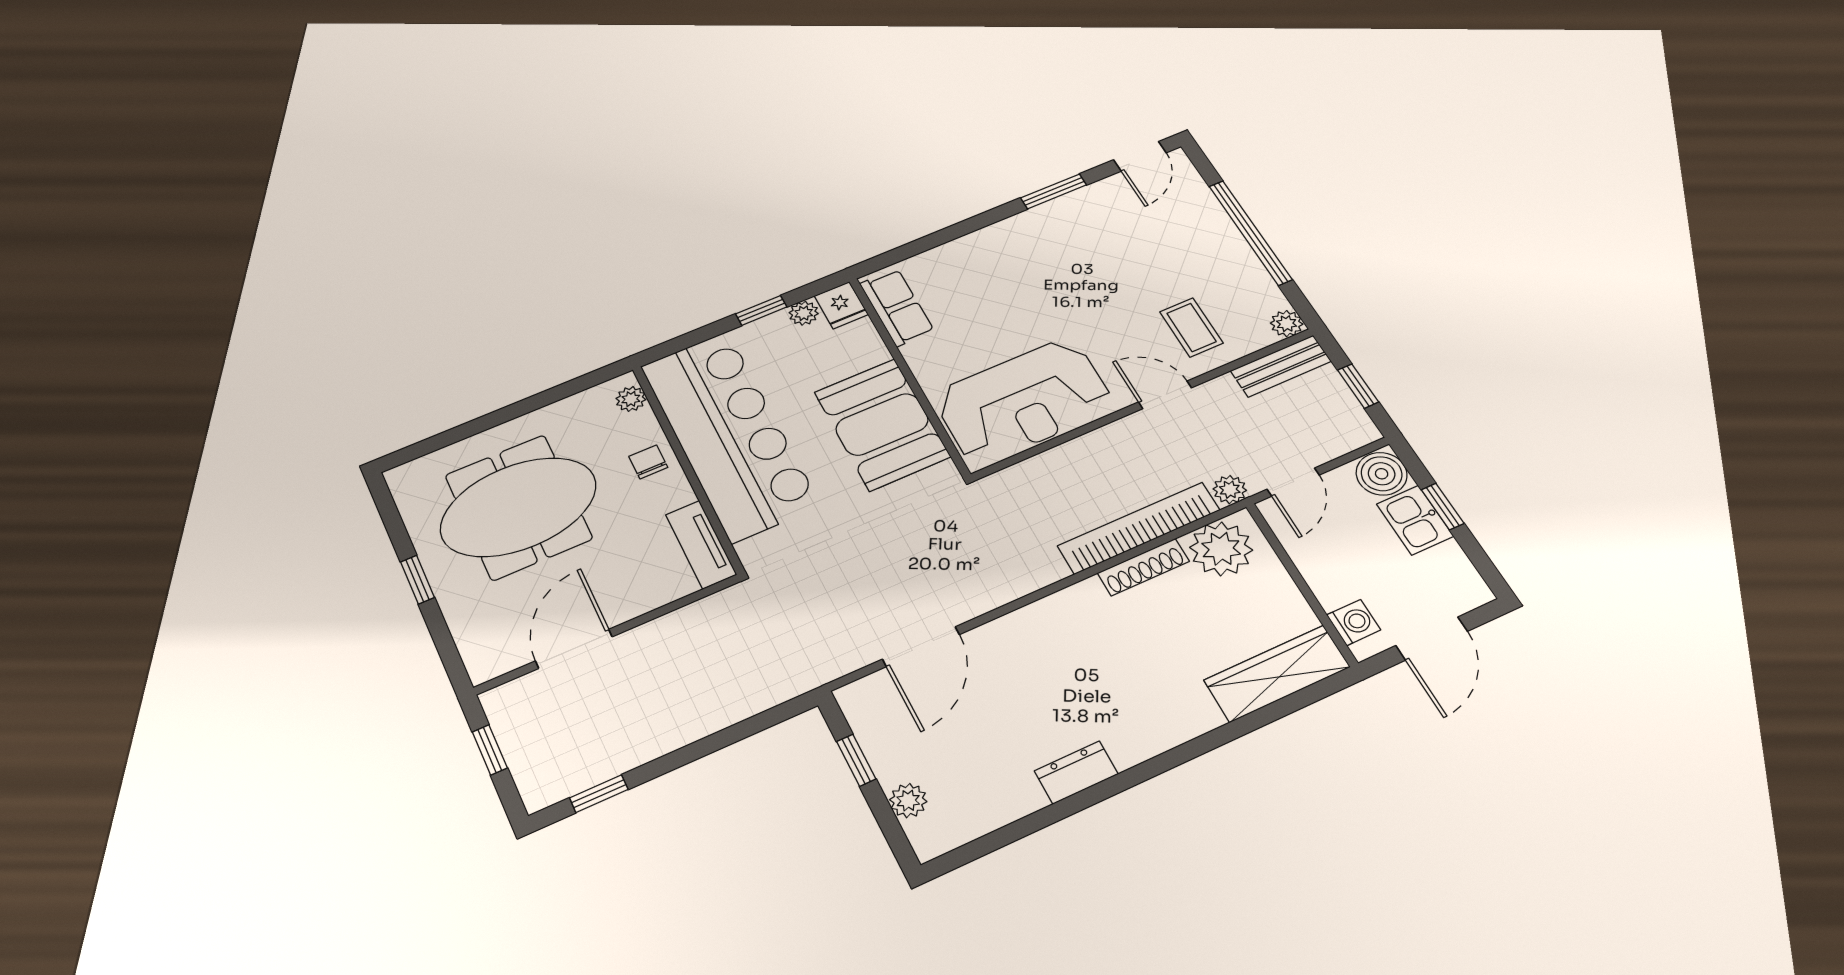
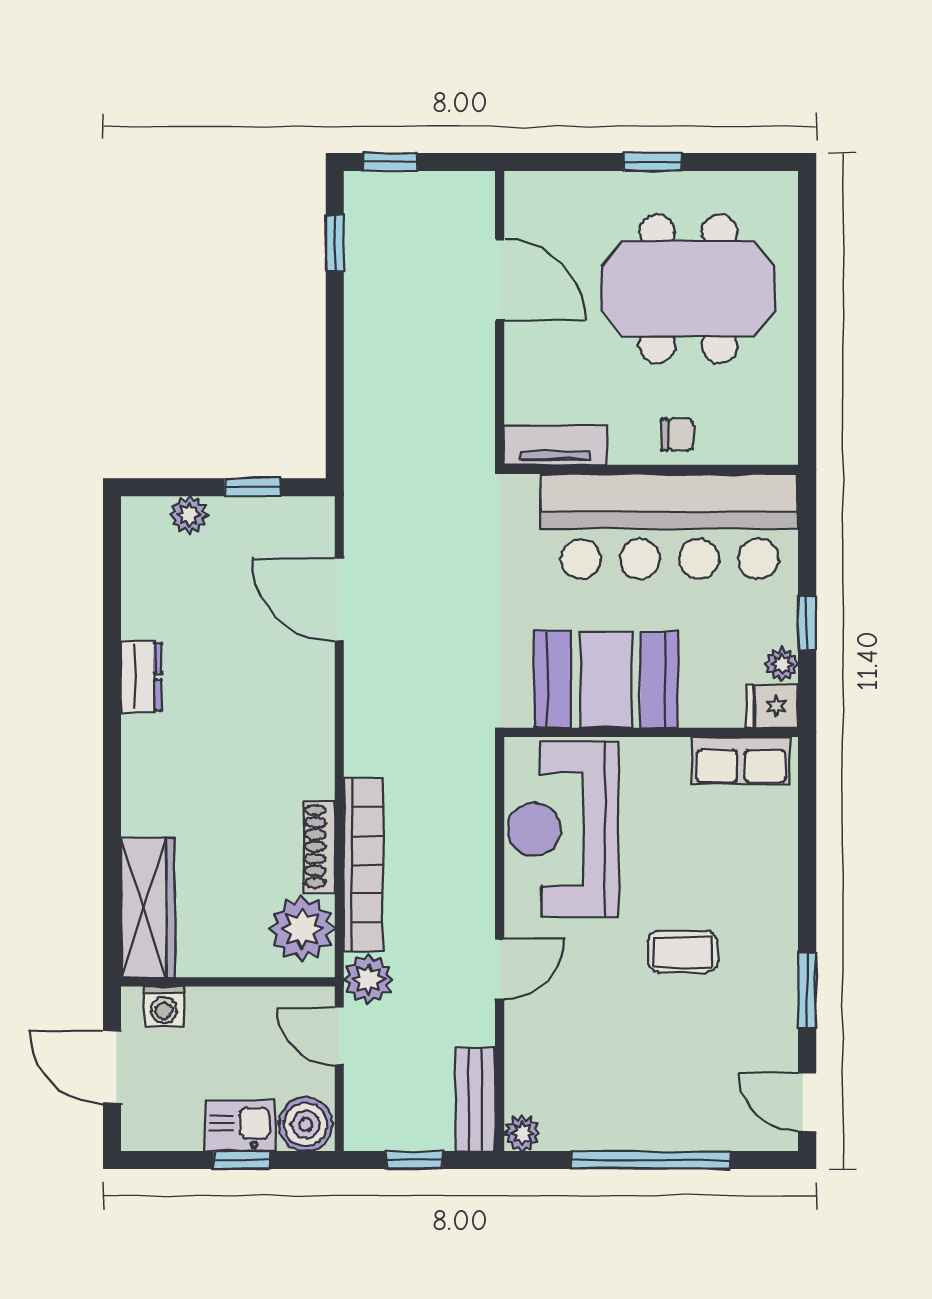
coffee table: (1191, 327) -> (683, 952), moved
plant: (631, 399) -> (763, 448), removed
plant: (1230, 490) -> (368, 979), width x1.38, depth x1.38
meeting table: (518, 507) -> (688, 289), turned 90
window: (490, 750) -> (390, 162), moved

